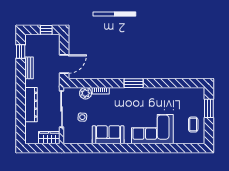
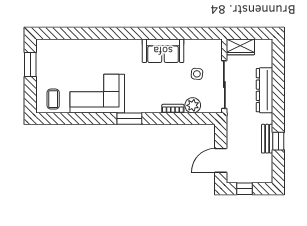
window: (21, 51) -> (278, 141), moved
door: (64, 64) -> (221, 160), moved
window: (209, 108) -> (30, 64), moved
coffee table: (193, 125) -> (53, 99), moved
corner sofa: (152, 129) -> (97, 94), moved, turned 180

